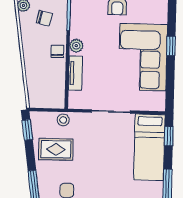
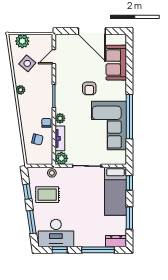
chair: (44, 18) -> (37, 139), moved
window: (171, 46) -> (129, 117), width x3.17
plant: (77, 100) -> (61, 158), added
window: (27, 130) -> (27, 192), moved

